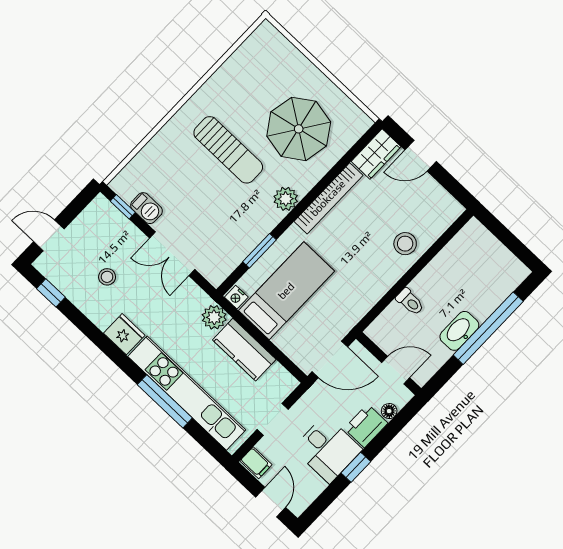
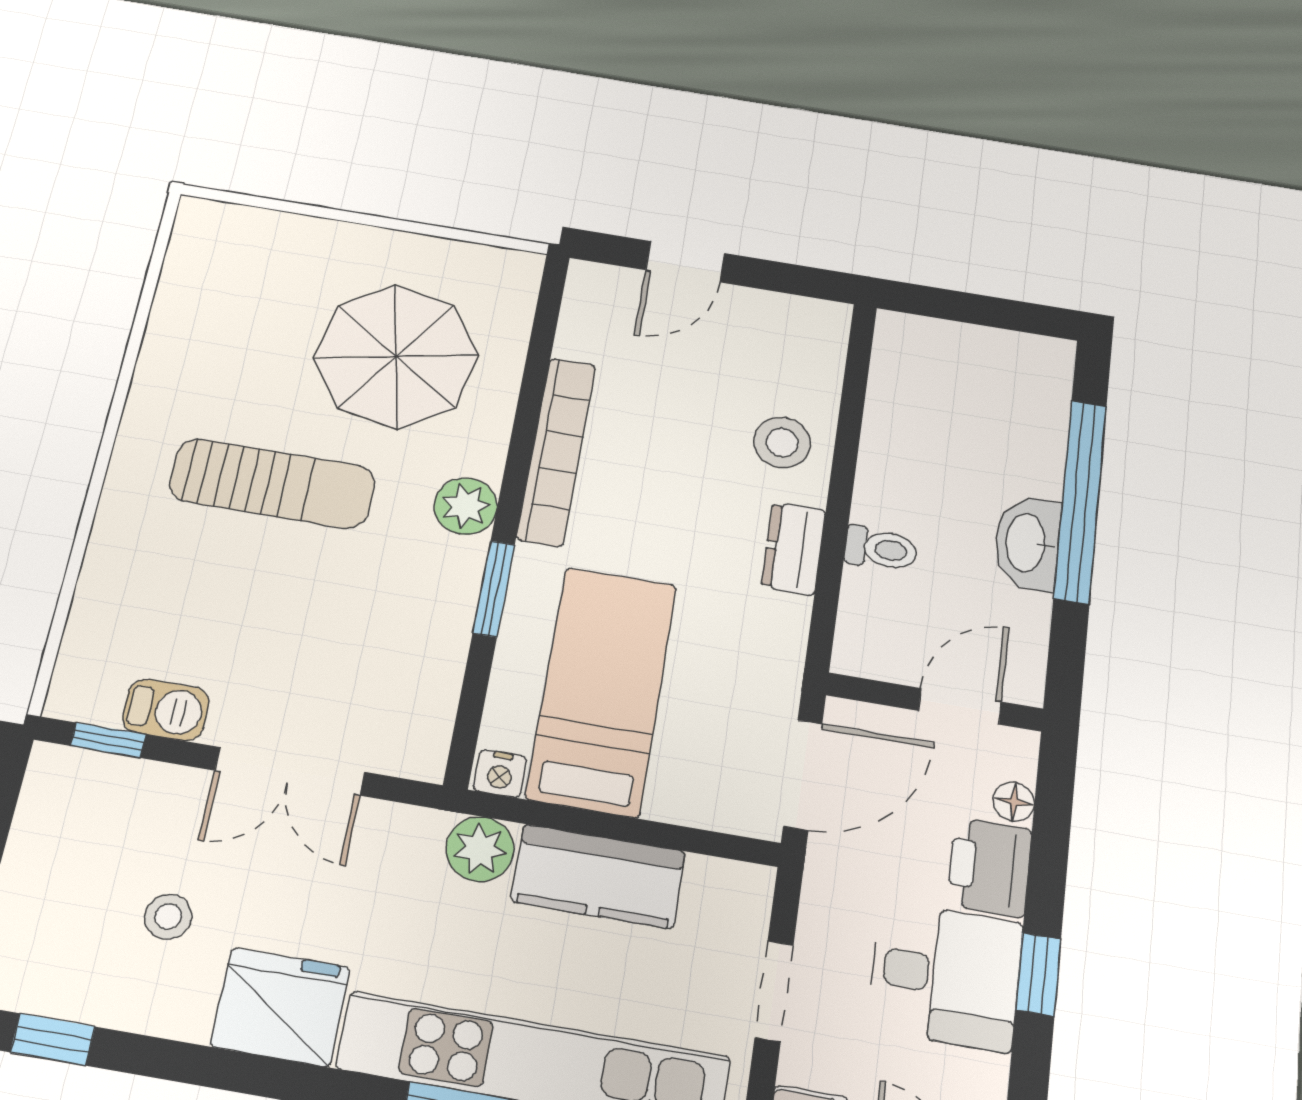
wardrobe: (376, 154) -> (592, 311), removed
window: (259, 251) -> (494, 589), moved
dresser: (382, 283) -> (794, 549), added
fridge: (124, 334) -> (280, 1007), width x1.36, depth x1.34

